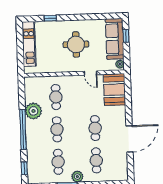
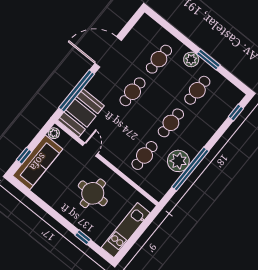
round table: (76, 44) -> (93, 193), moved
window: (128, 100) -> (77, 91), added
window: (23, 130) -> (190, 169), moved

